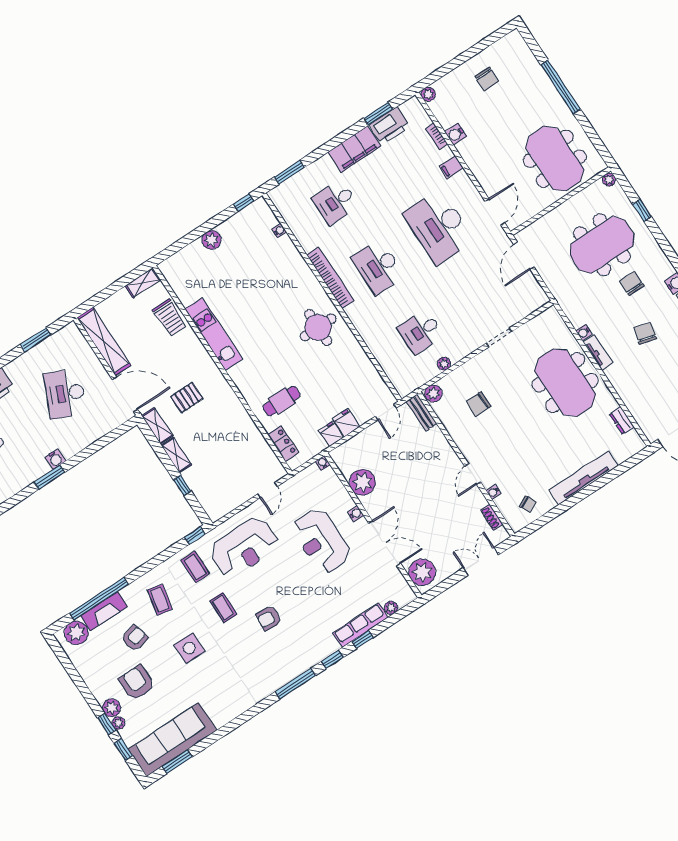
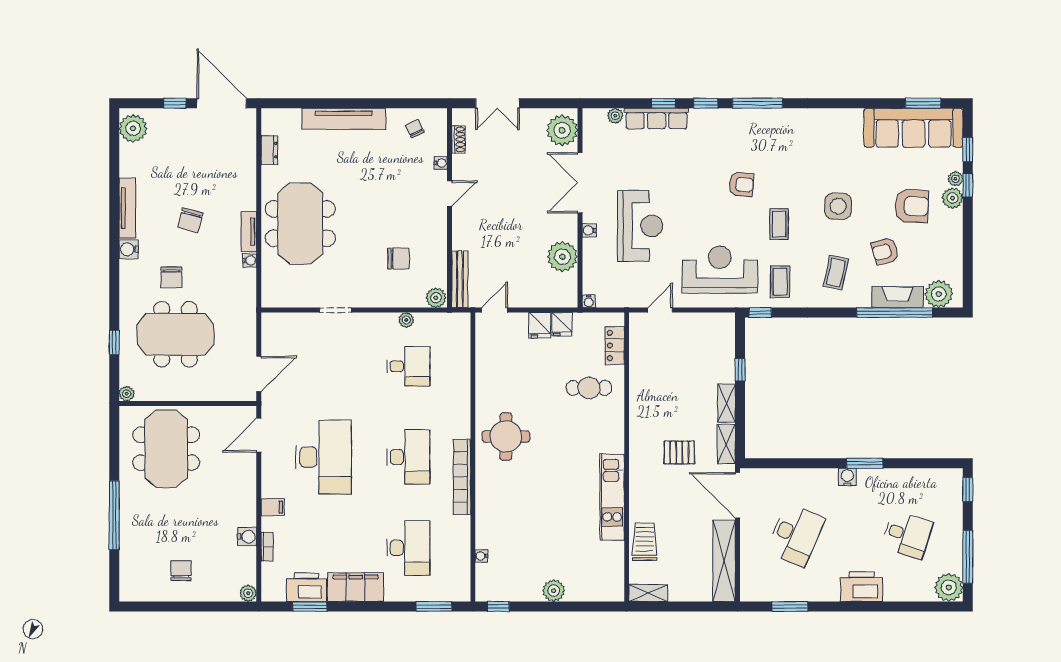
desk: (335, 202) -> (408, 548), width x1.37
bench: (421, 413) -> (460, 279), width x1.36
armchair: (137, 683) -> (912, 206), turned -87

